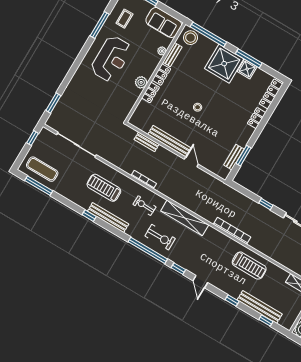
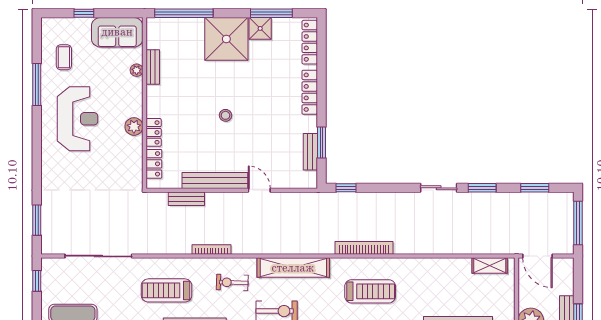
stool: (191, 38) -> (163, 31), removed
window: (249, 58) -> (271, 13), moved
locker: (161, 75) -> (154, 164), moved
locker: (257, 118) -> (310, 92), width x1.53
window: (266, 204) -> (346, 188), moved
treadmill: (249, 266) -> (370, 291), moved

